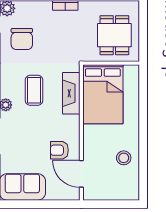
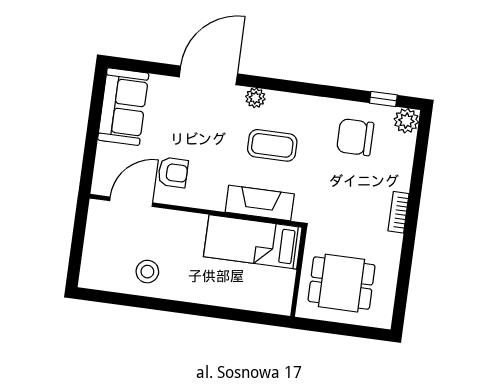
bed: (103, 94) -> (253, 242), width x0.67
armchair: (59, 150) -> (173, 172), turned 90

